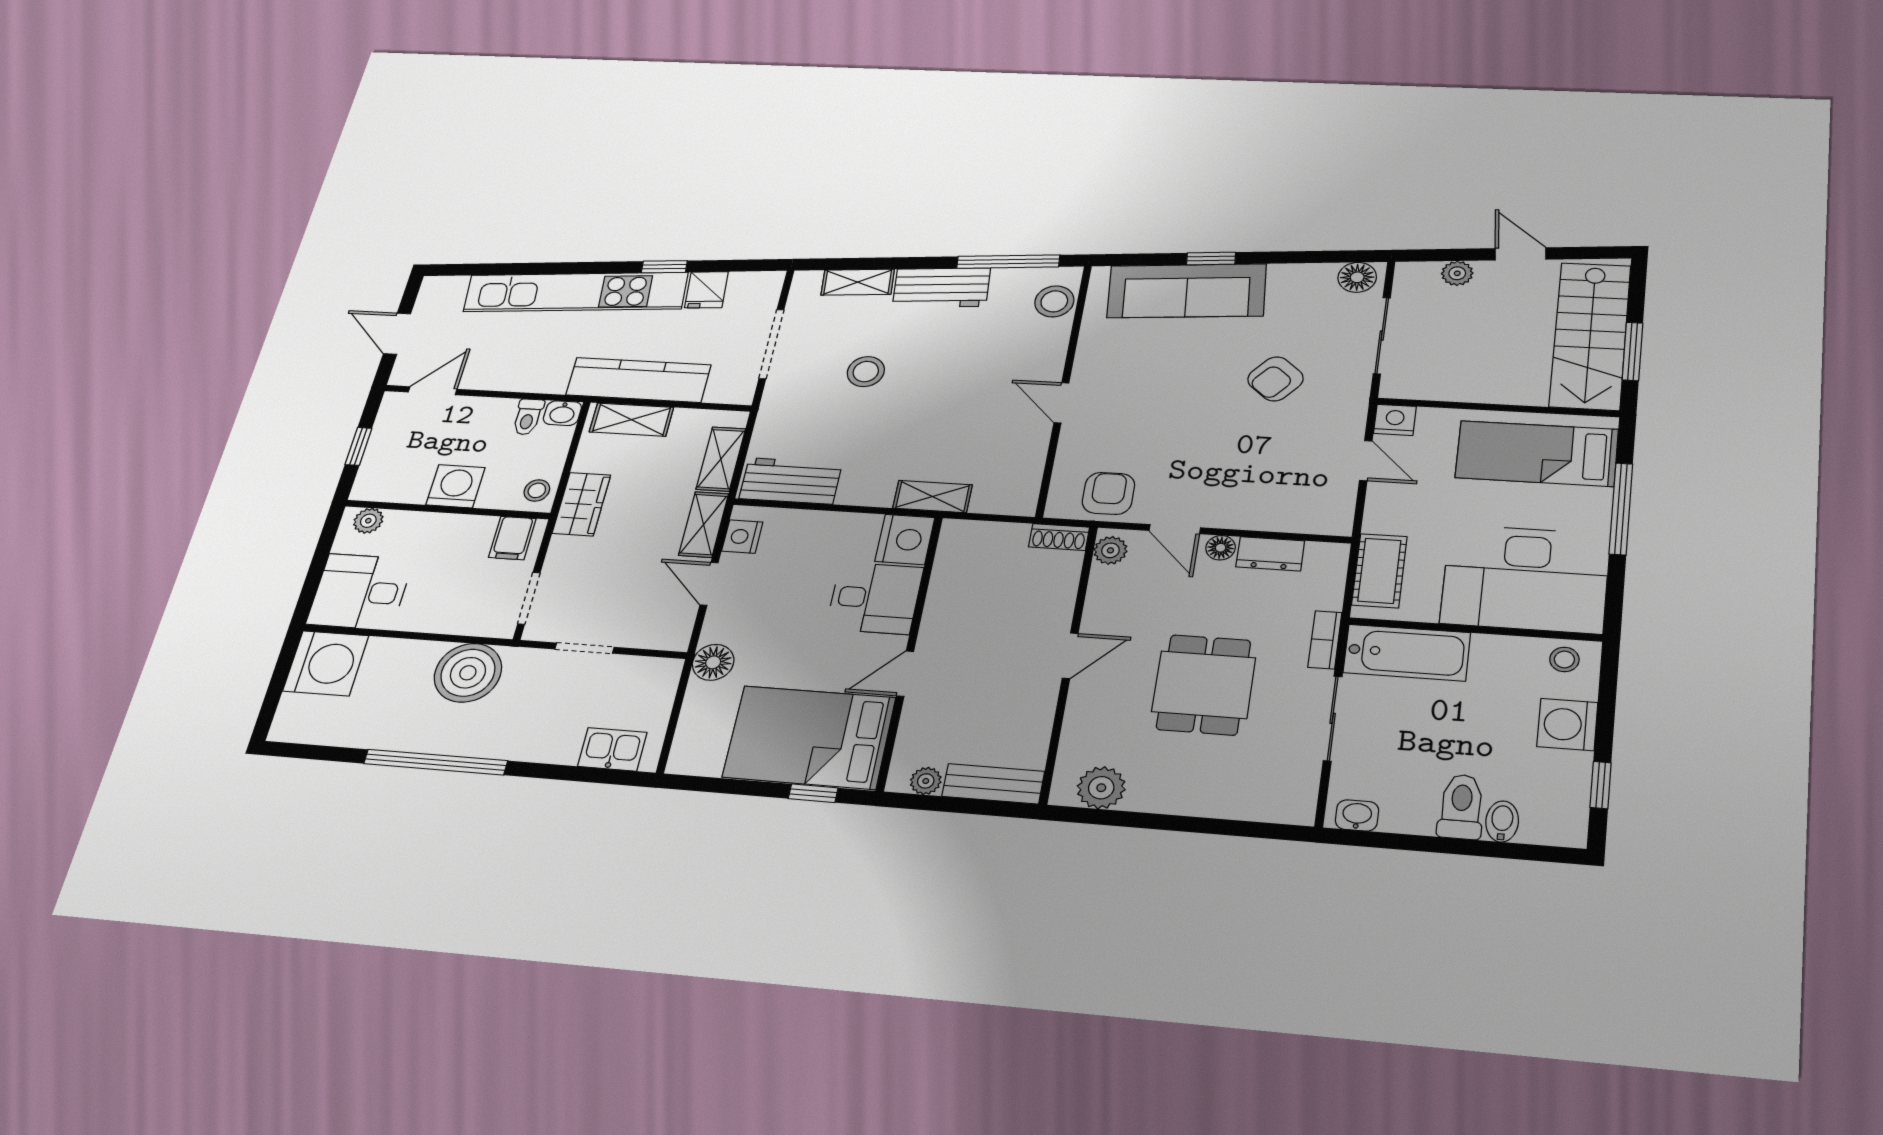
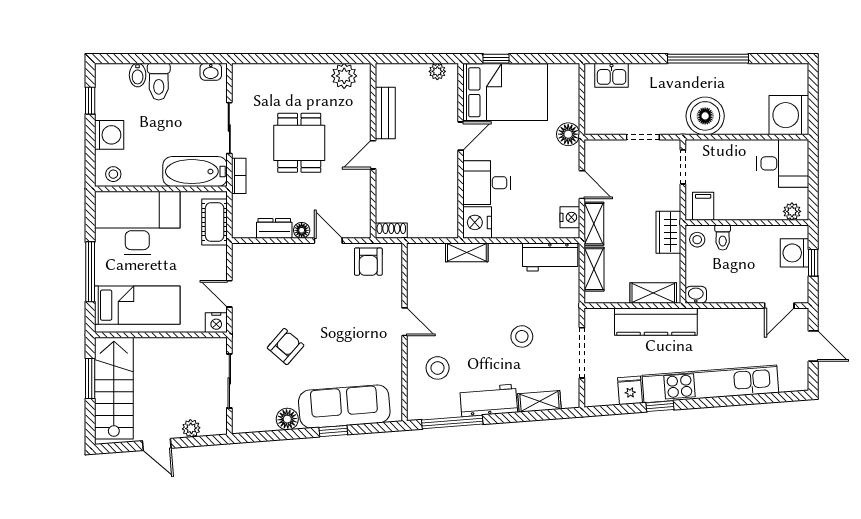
floor lamp: (1357, 277) -> (287, 419), moved
stool: (1054, 301) -> (438, 368), moved
toilet: (528, 417) -> (723, 237), moved, turned 180
washing machine: (456, 486) -> (794, 253), moved, turned 90
plant: (1110, 550) -> (362, 224), removed
bench: (993, 784) -> (385, 113), moved, turned 90

